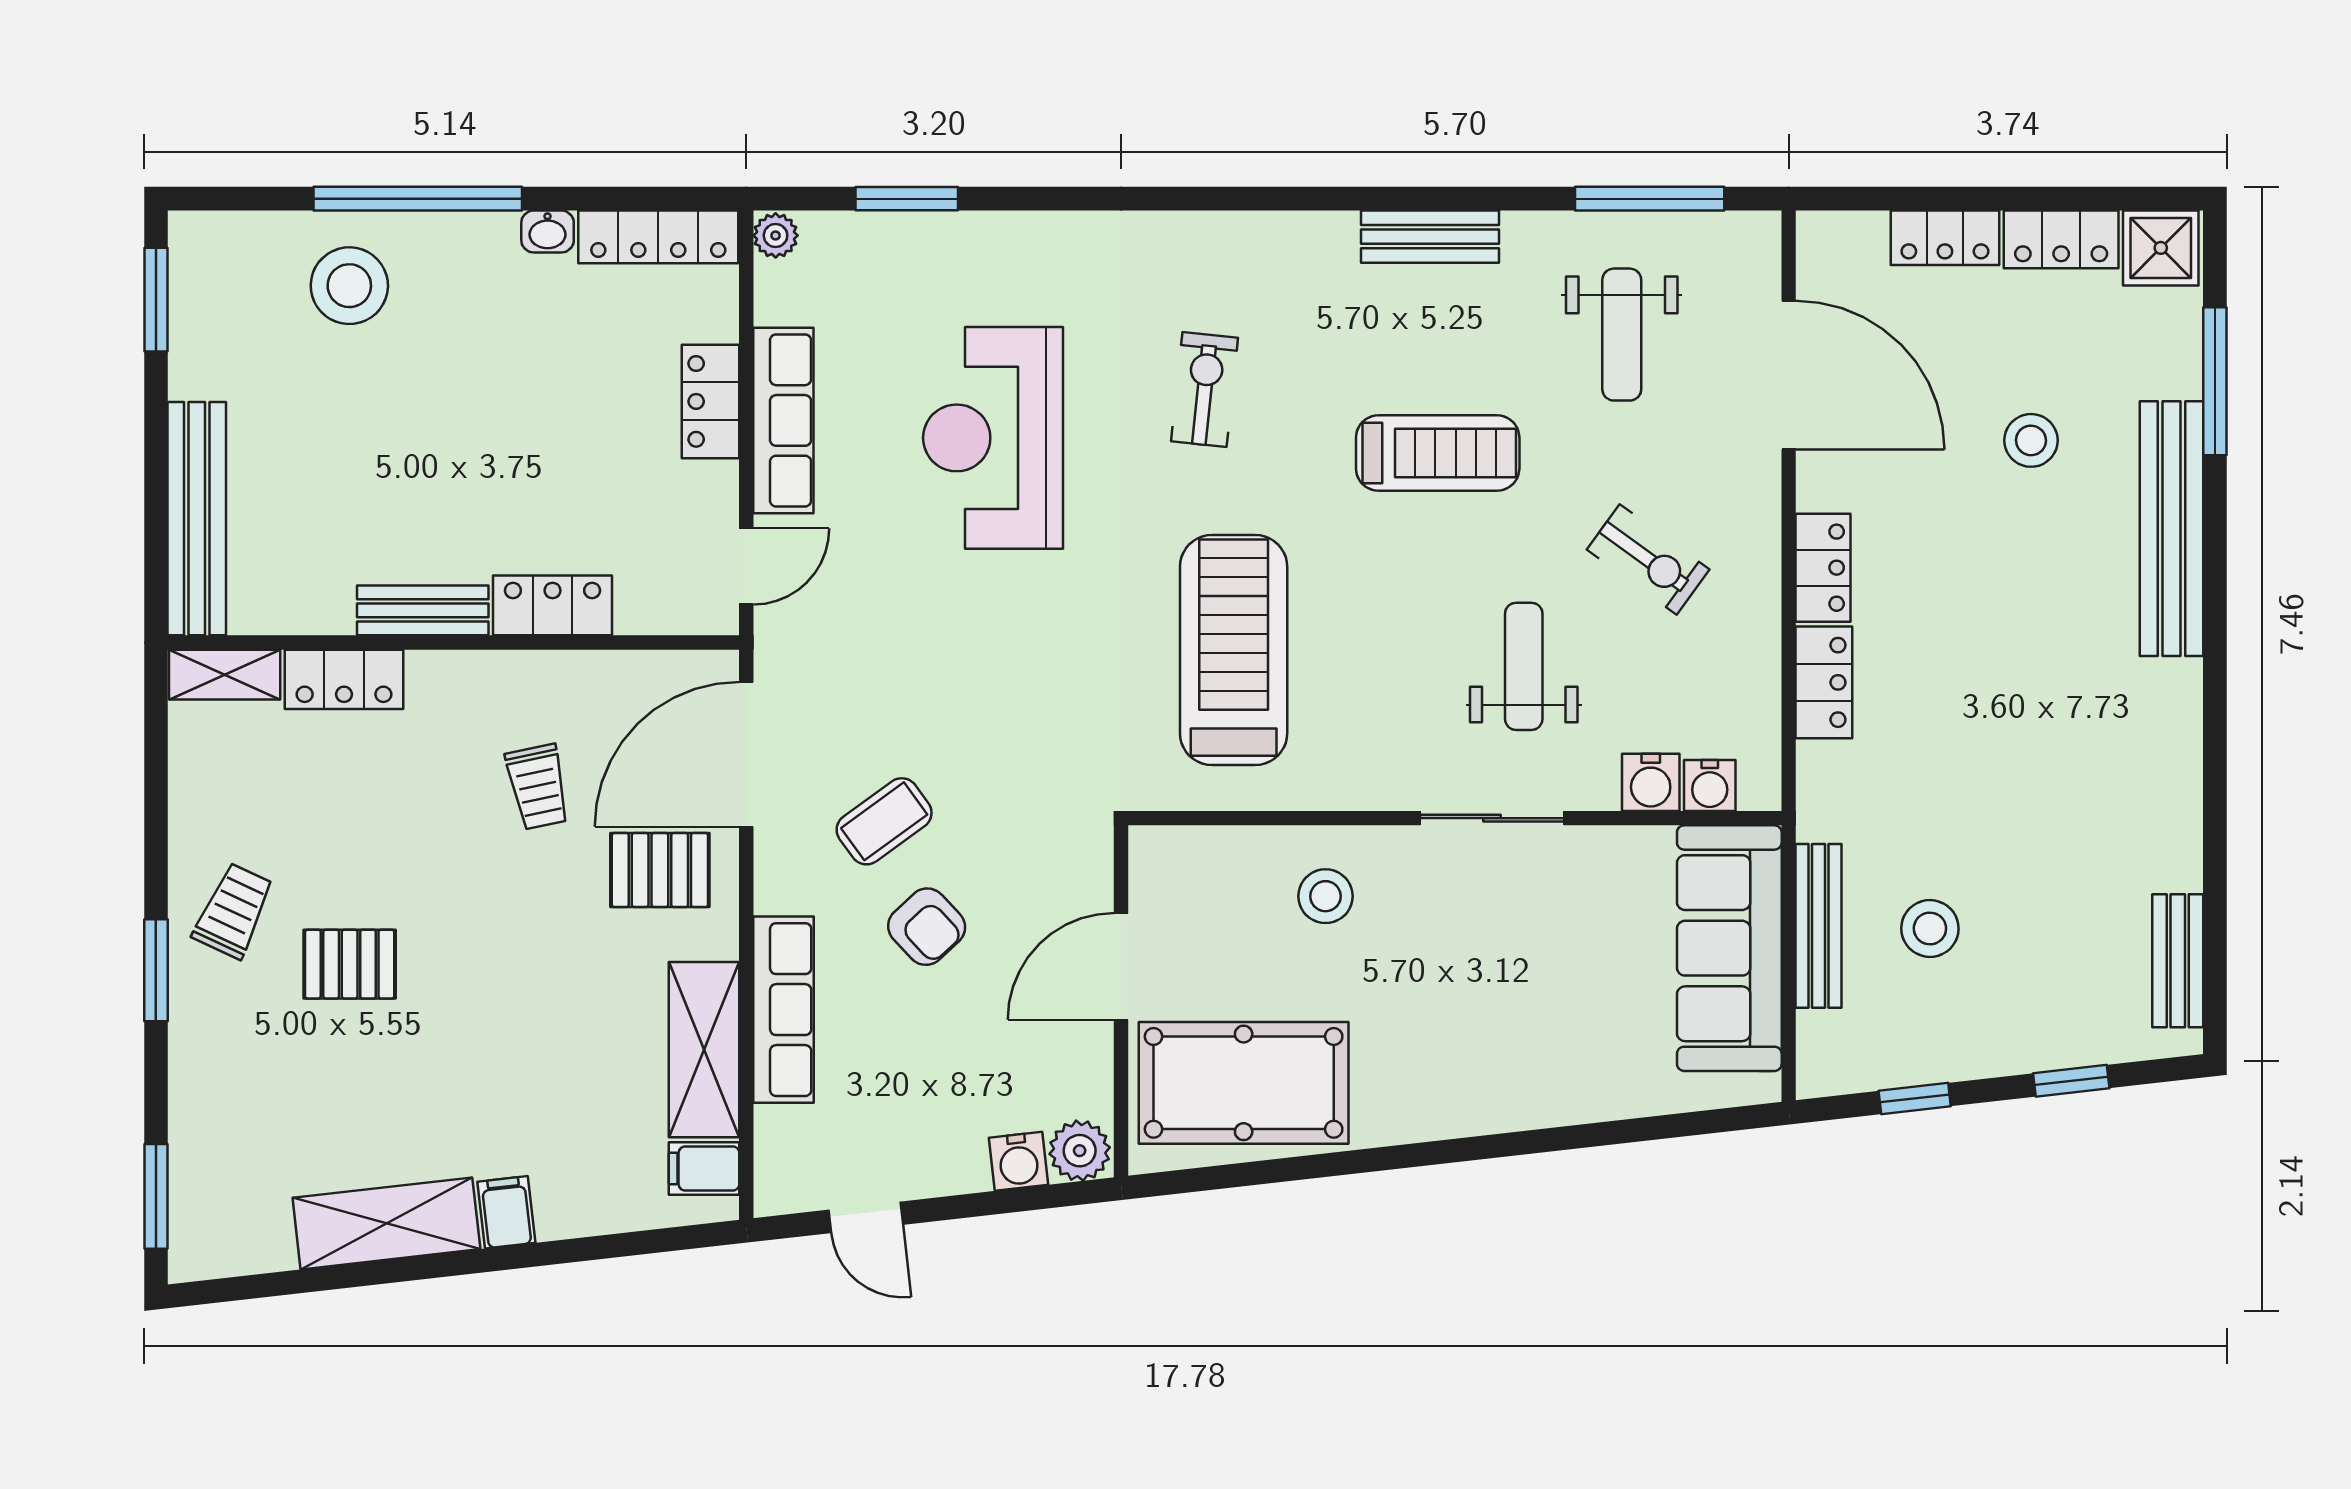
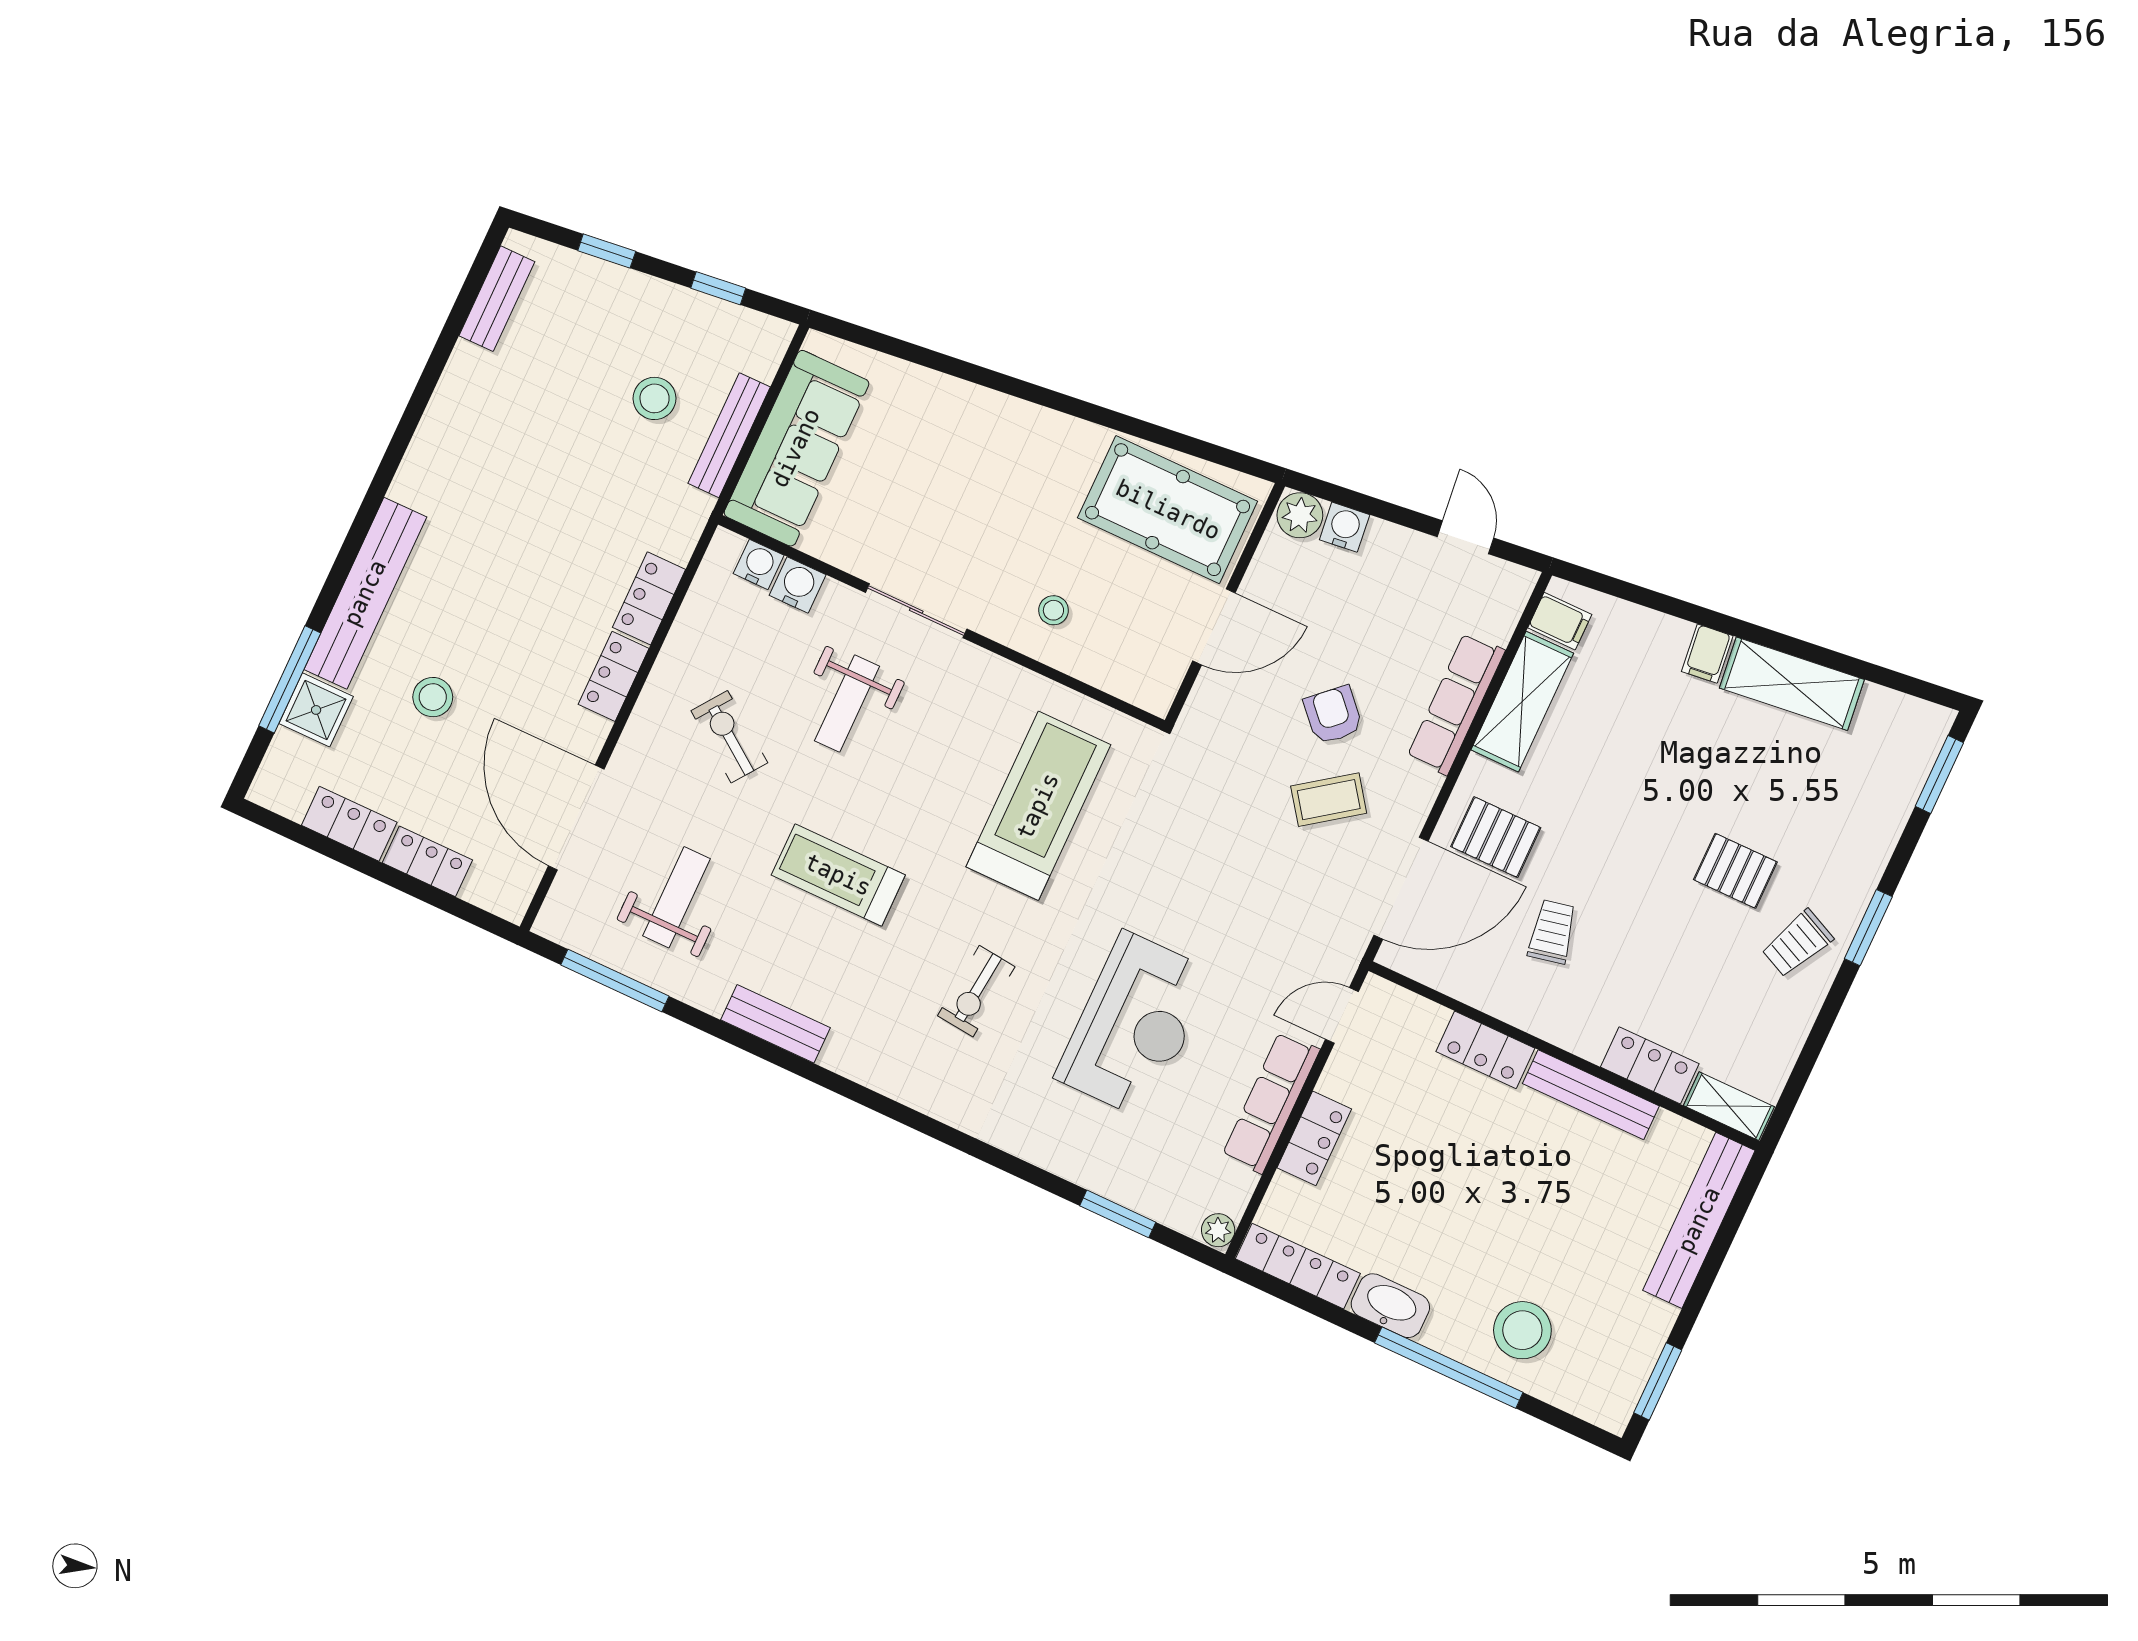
washbasin: (548, 231) -> (1390, 1306), width x1.91, depth x1.45
shower: (2161, 248) -> (316, 710), moved
bench: (423, 610) -> (1591, 1095), width x1.36
treadmill: (1234, 650) -> (1038, 806), turned 180
stool: (1326, 896) -> (1053, 610), width x0.73, depth x0.73

